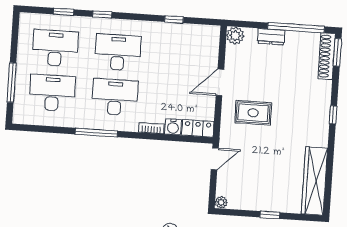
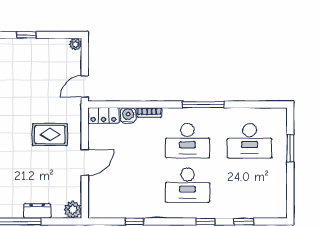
desk: (55, 48) -> (250, 185), removed
window: (12, 83) -> (290, 148), width x0.69

